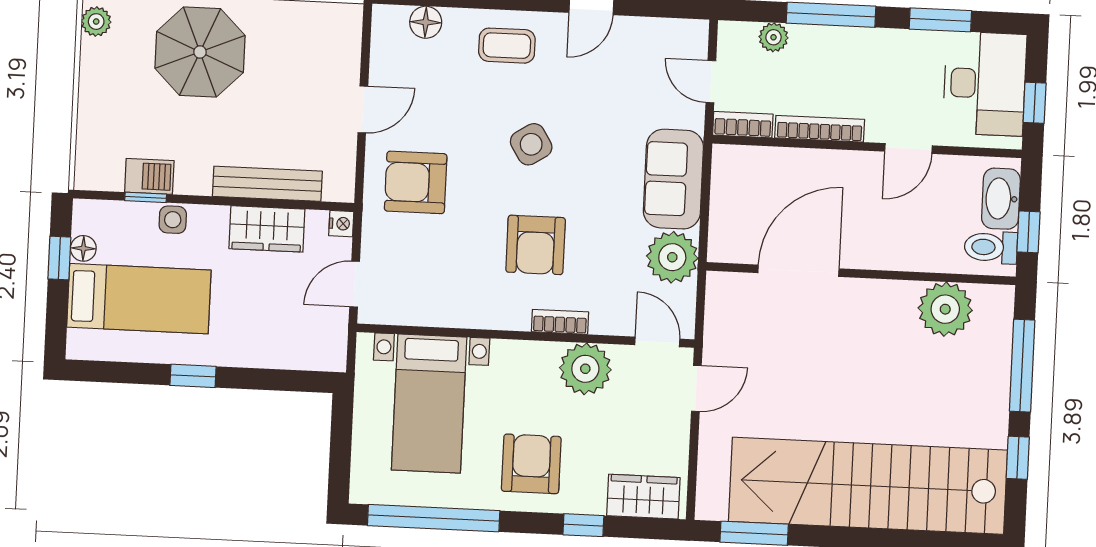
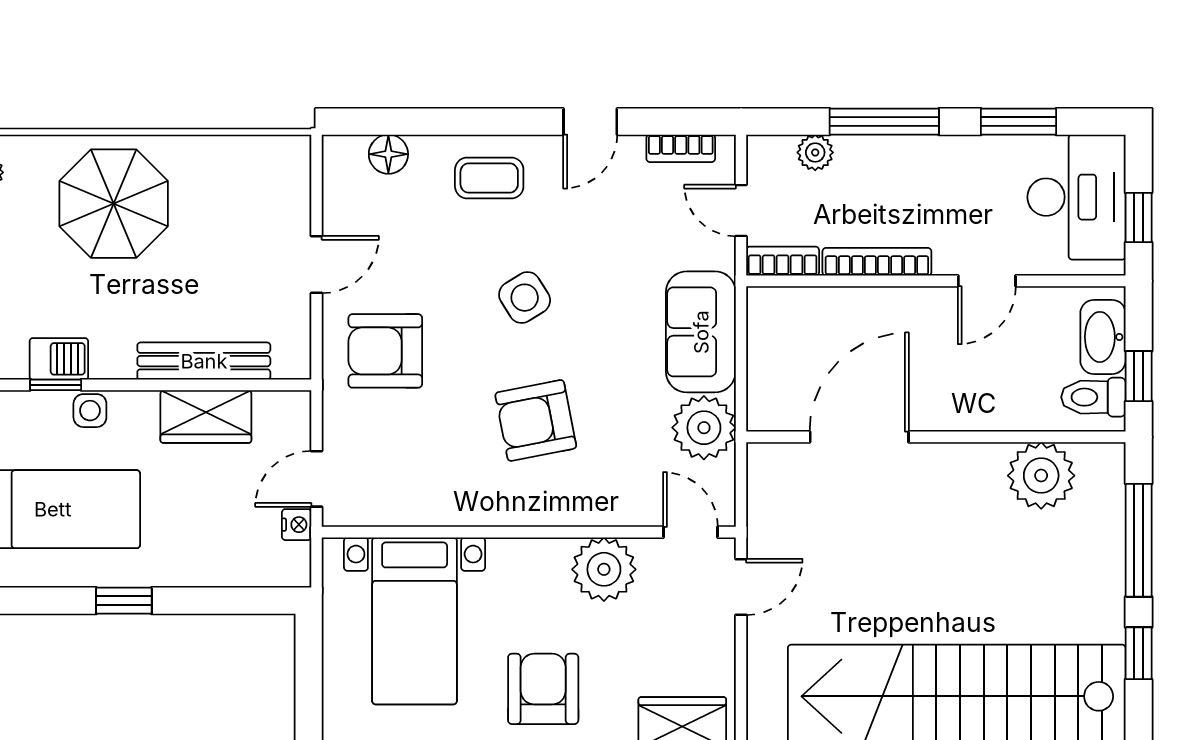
nightstand: (341, 224) -> (297, 525), moved
armchair: (536, 245) -> (536, 420), turned 79
bookcase: (560, 322) -> (681, 148), moved, turned 180

